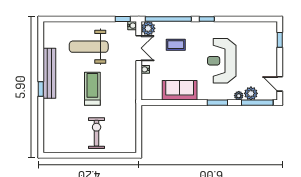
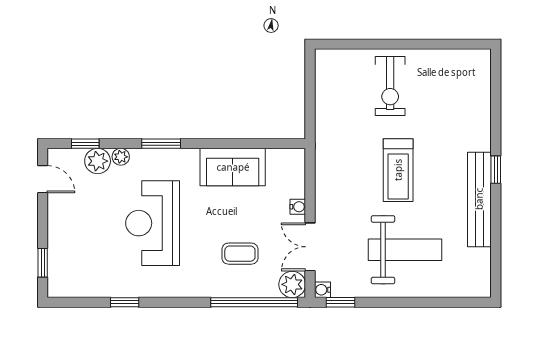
window: (207, 19) -> (125, 302), moved
reception desk: (222, 61) -> (153, 223), turned 180
window: (257, 103) -> (85, 144), width x0.46

